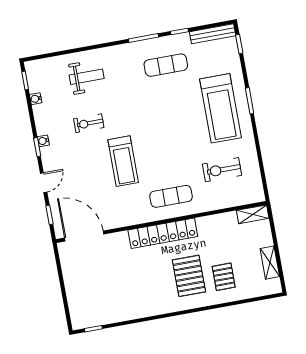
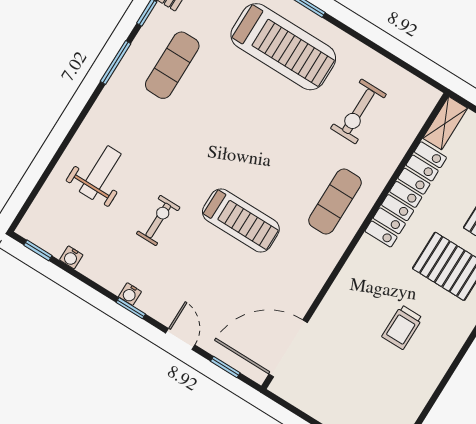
exercise bike: (89, 123) -> (158, 220), turned 180
locker: (163, 233) -> (406, 194), moved
trolley: (141, 279) -> (402, 327), added

